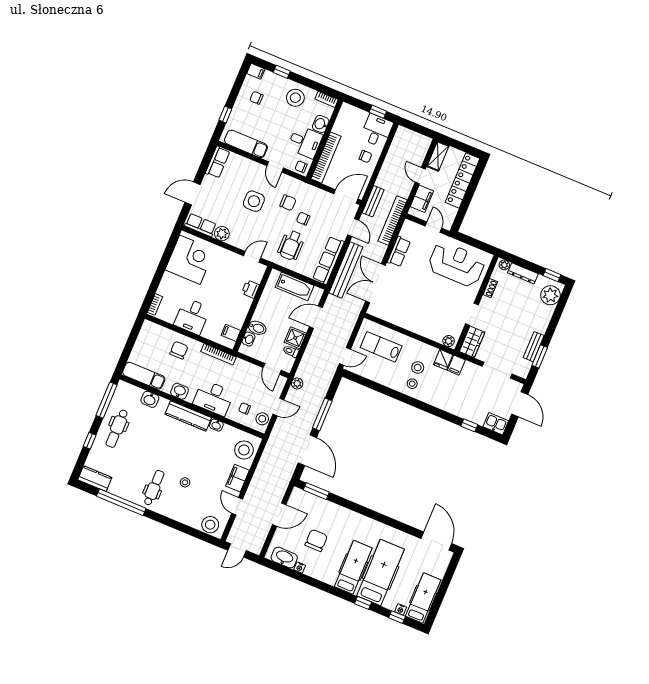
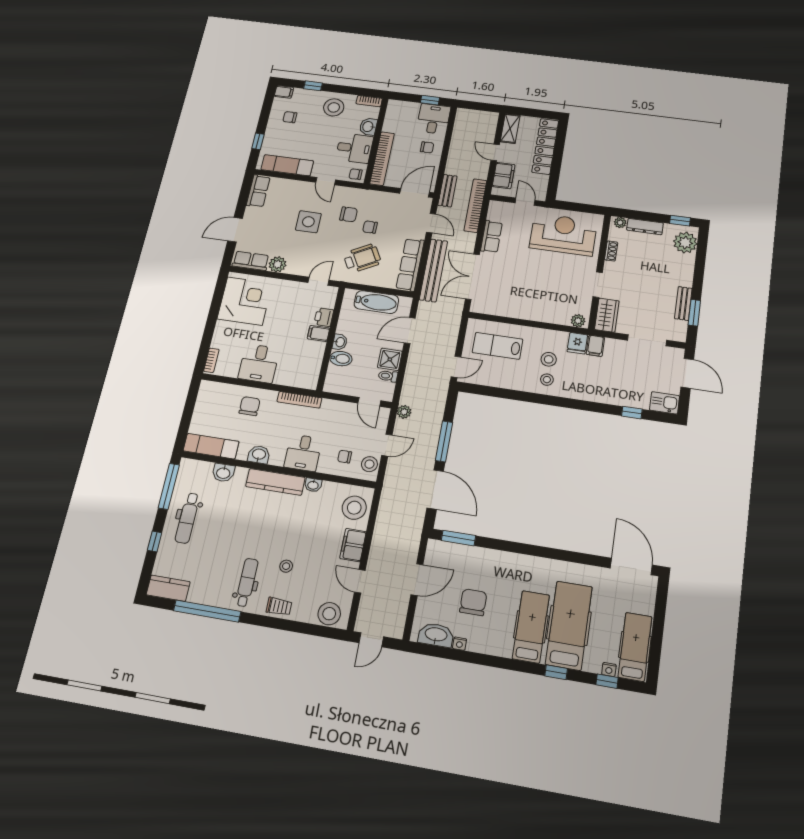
wheelchair: (291, 245) -> (362, 258), turned -119
filing cabinet: (231, 333) -> (318, 333), moved
washbasin: (248, 339) -> (340, 342), moved
desk: (214, 398) -> (303, 453), width x0.73
trolley: (175, 511) -> (279, 606), added

